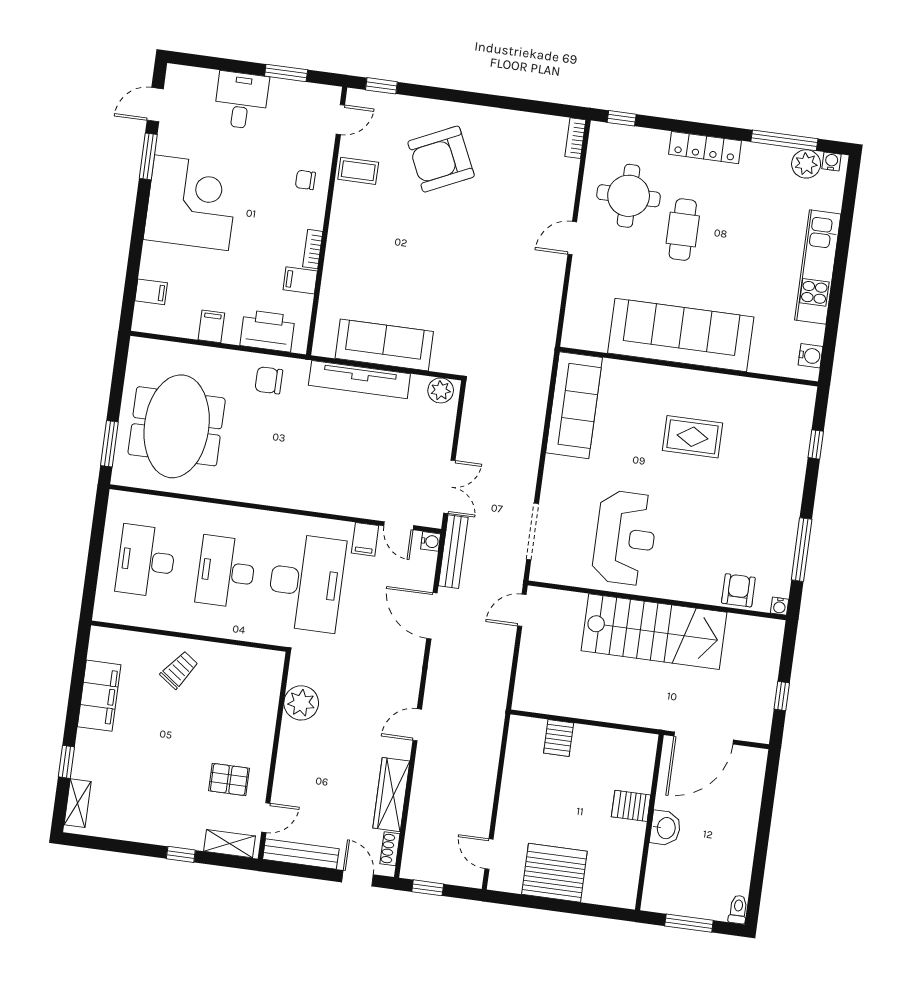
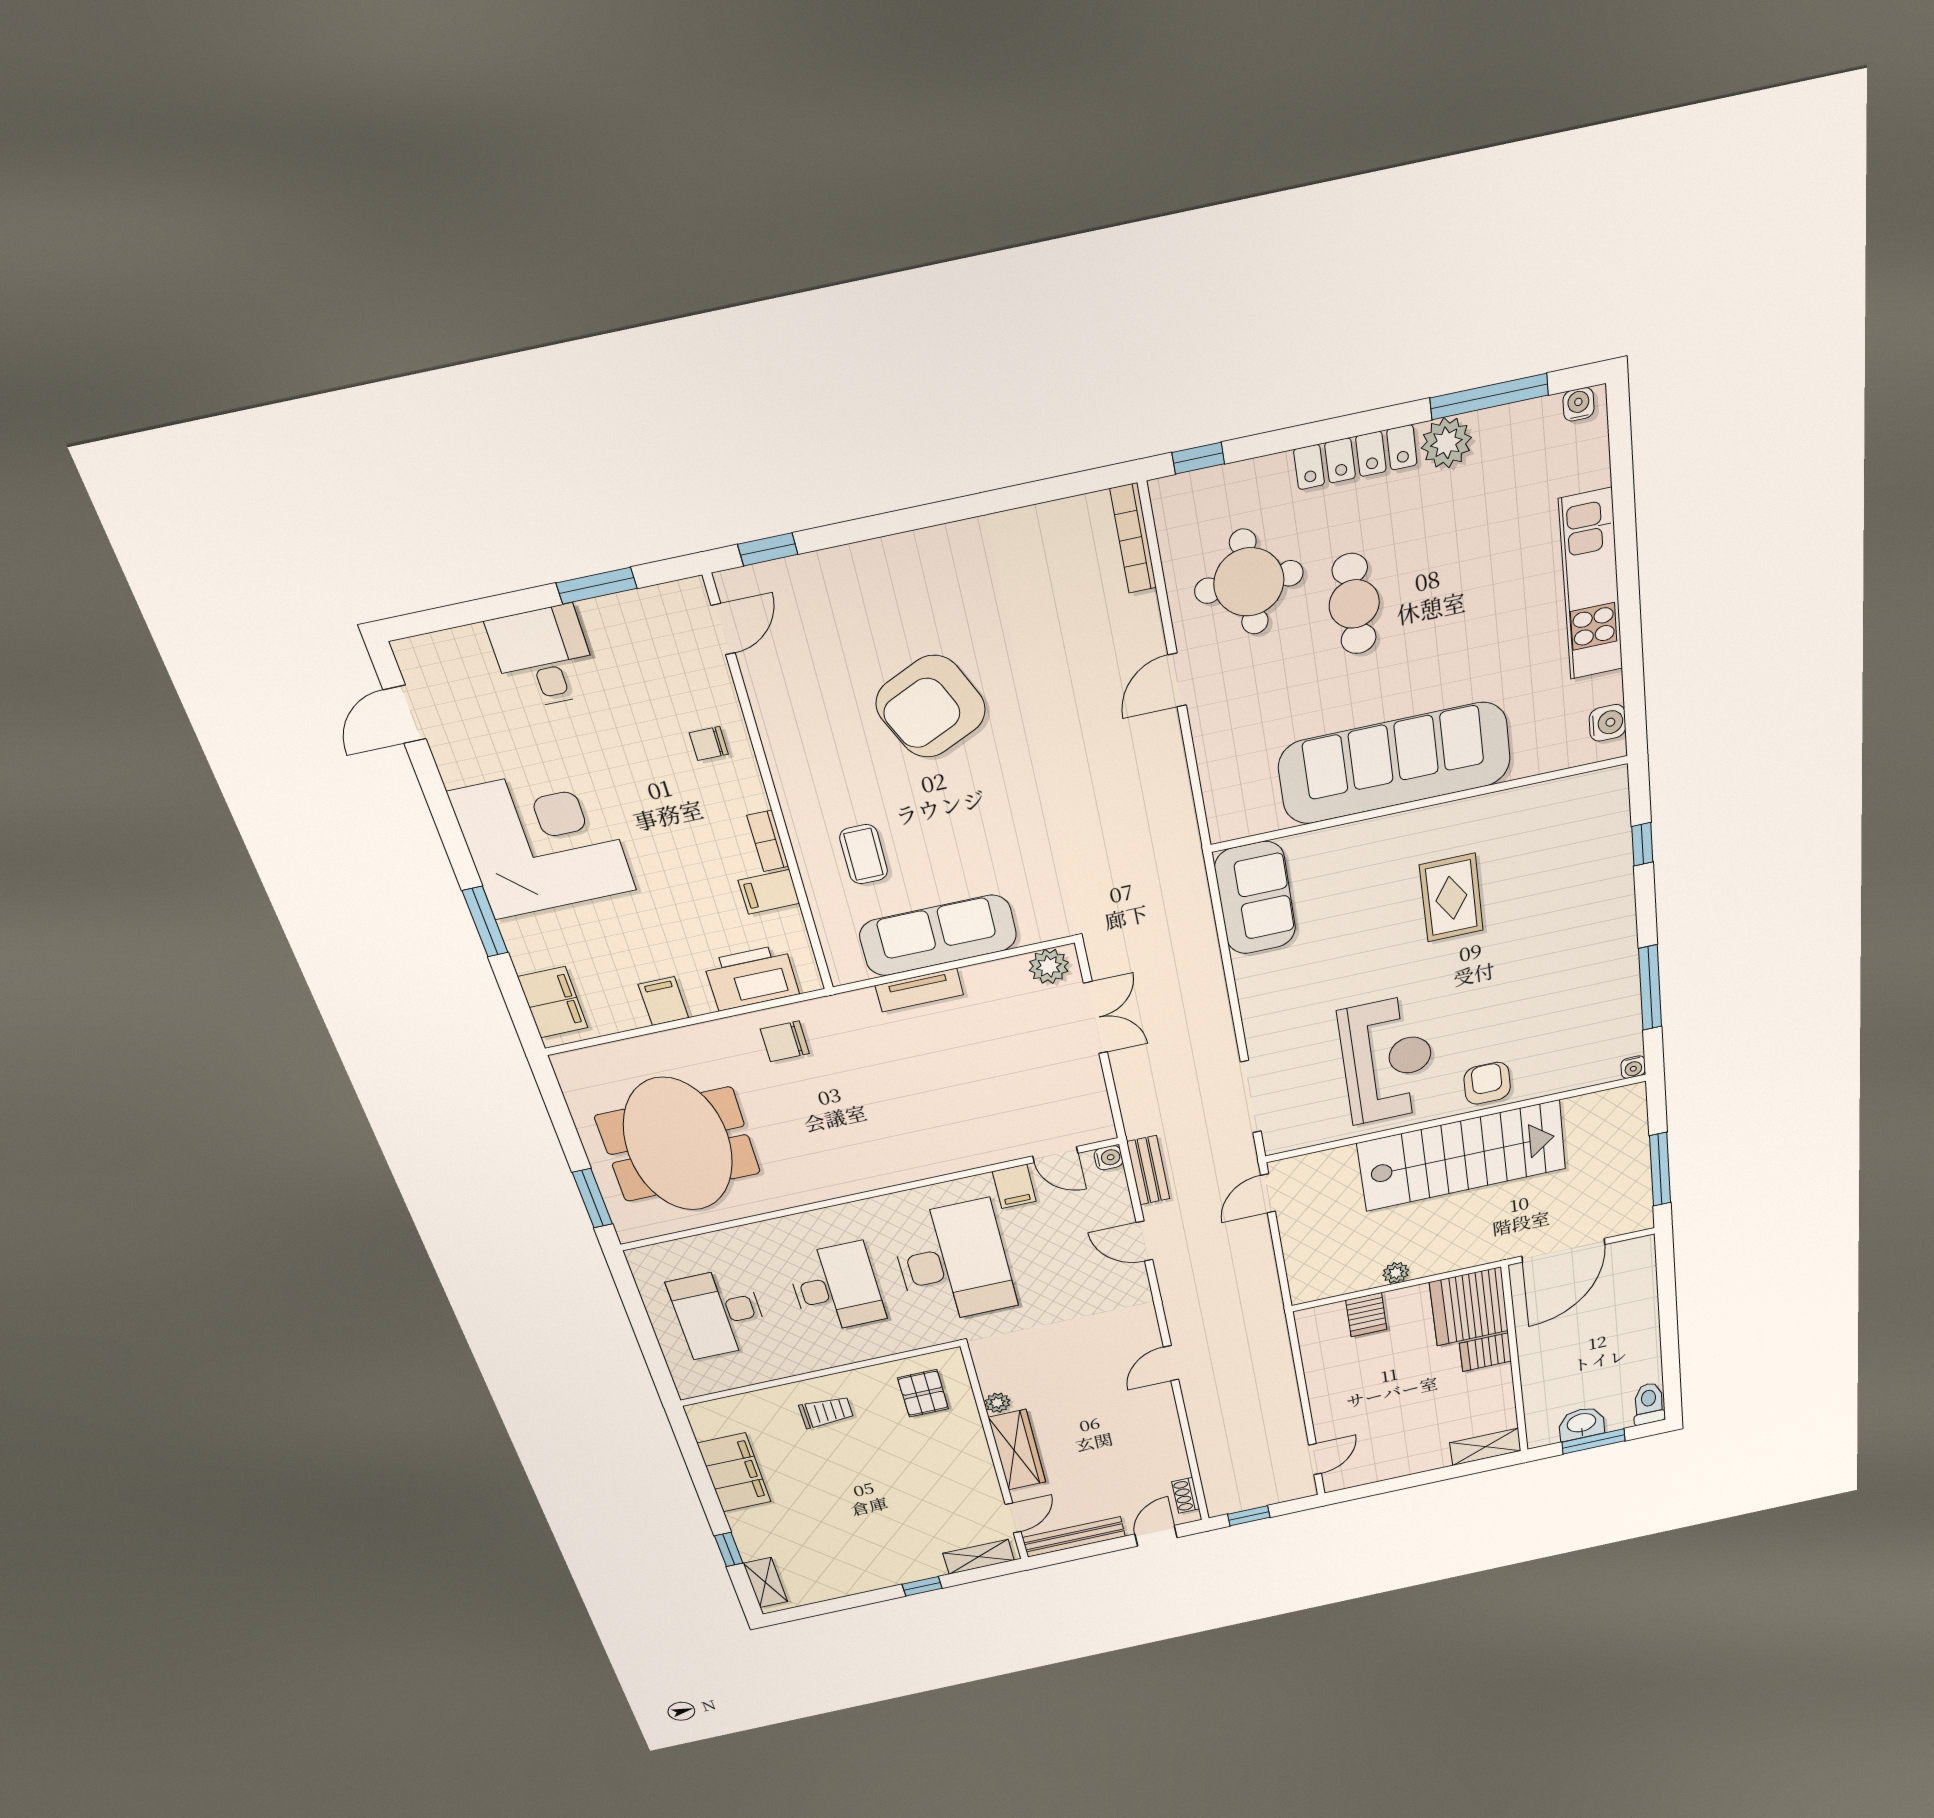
bookcase: (575, 138) -> (1133, 538), width x1.56
window: (148, 156) -> (485, 922), moved
armchair: (441, 159) -> (931, 707), moved
plant: (806, 164) -> (1446, 443), moved
coffee table: (358, 171) -> (864, 854), moved, turned 90
filing cabinet: (151, 292) -> (553, 1002), width x2.00
tv unit: (359, 380) -> (919, 990), width x0.52, depth x0.78
sofa: (574, 405) -> (1255, 898), width x0.73
rug: (692, 437) -> (1451, 898), turned 90
double door: (449, 487) -> (1095, 1018), moved
bench: (453, 552) -> (1148, 1170), width x0.73
desk: (226, 572) -> (836, 1288), turned 180
armchair: (738, 590) -> (1487, 1083), moved
door: (432, 616) -> (1144, 1241), width x0.73
trolley: (179, 670) -> (826, 1412), turned 54
window: (782, 696) -> (1660, 1169), width x2.17
plant: (301, 703) -> (997, 1403), width x0.53, depth x0.53
plant: (587, 710) -> (1396, 1273), added
pallet: (229, 780) -> (923, 1393), moved, turned 90
wardrobe: (391, 795) -> (1017, 1450), moved, turned 180
washbasin: (665, 828) -> (1581, 1424), moved, turned -90
door: (489, 854) -> (1315, 1459), swing flipped
server rack: (554, 873) -> (1469, 1307), moved, turned -90
door: (358, 878) -> (1156, 1536), hinge flipped
shelving: (611, 895) -> (1485, 1447), added
toilet: (738, 909) -> (1649, 1404), width x1.37, depth x1.39

